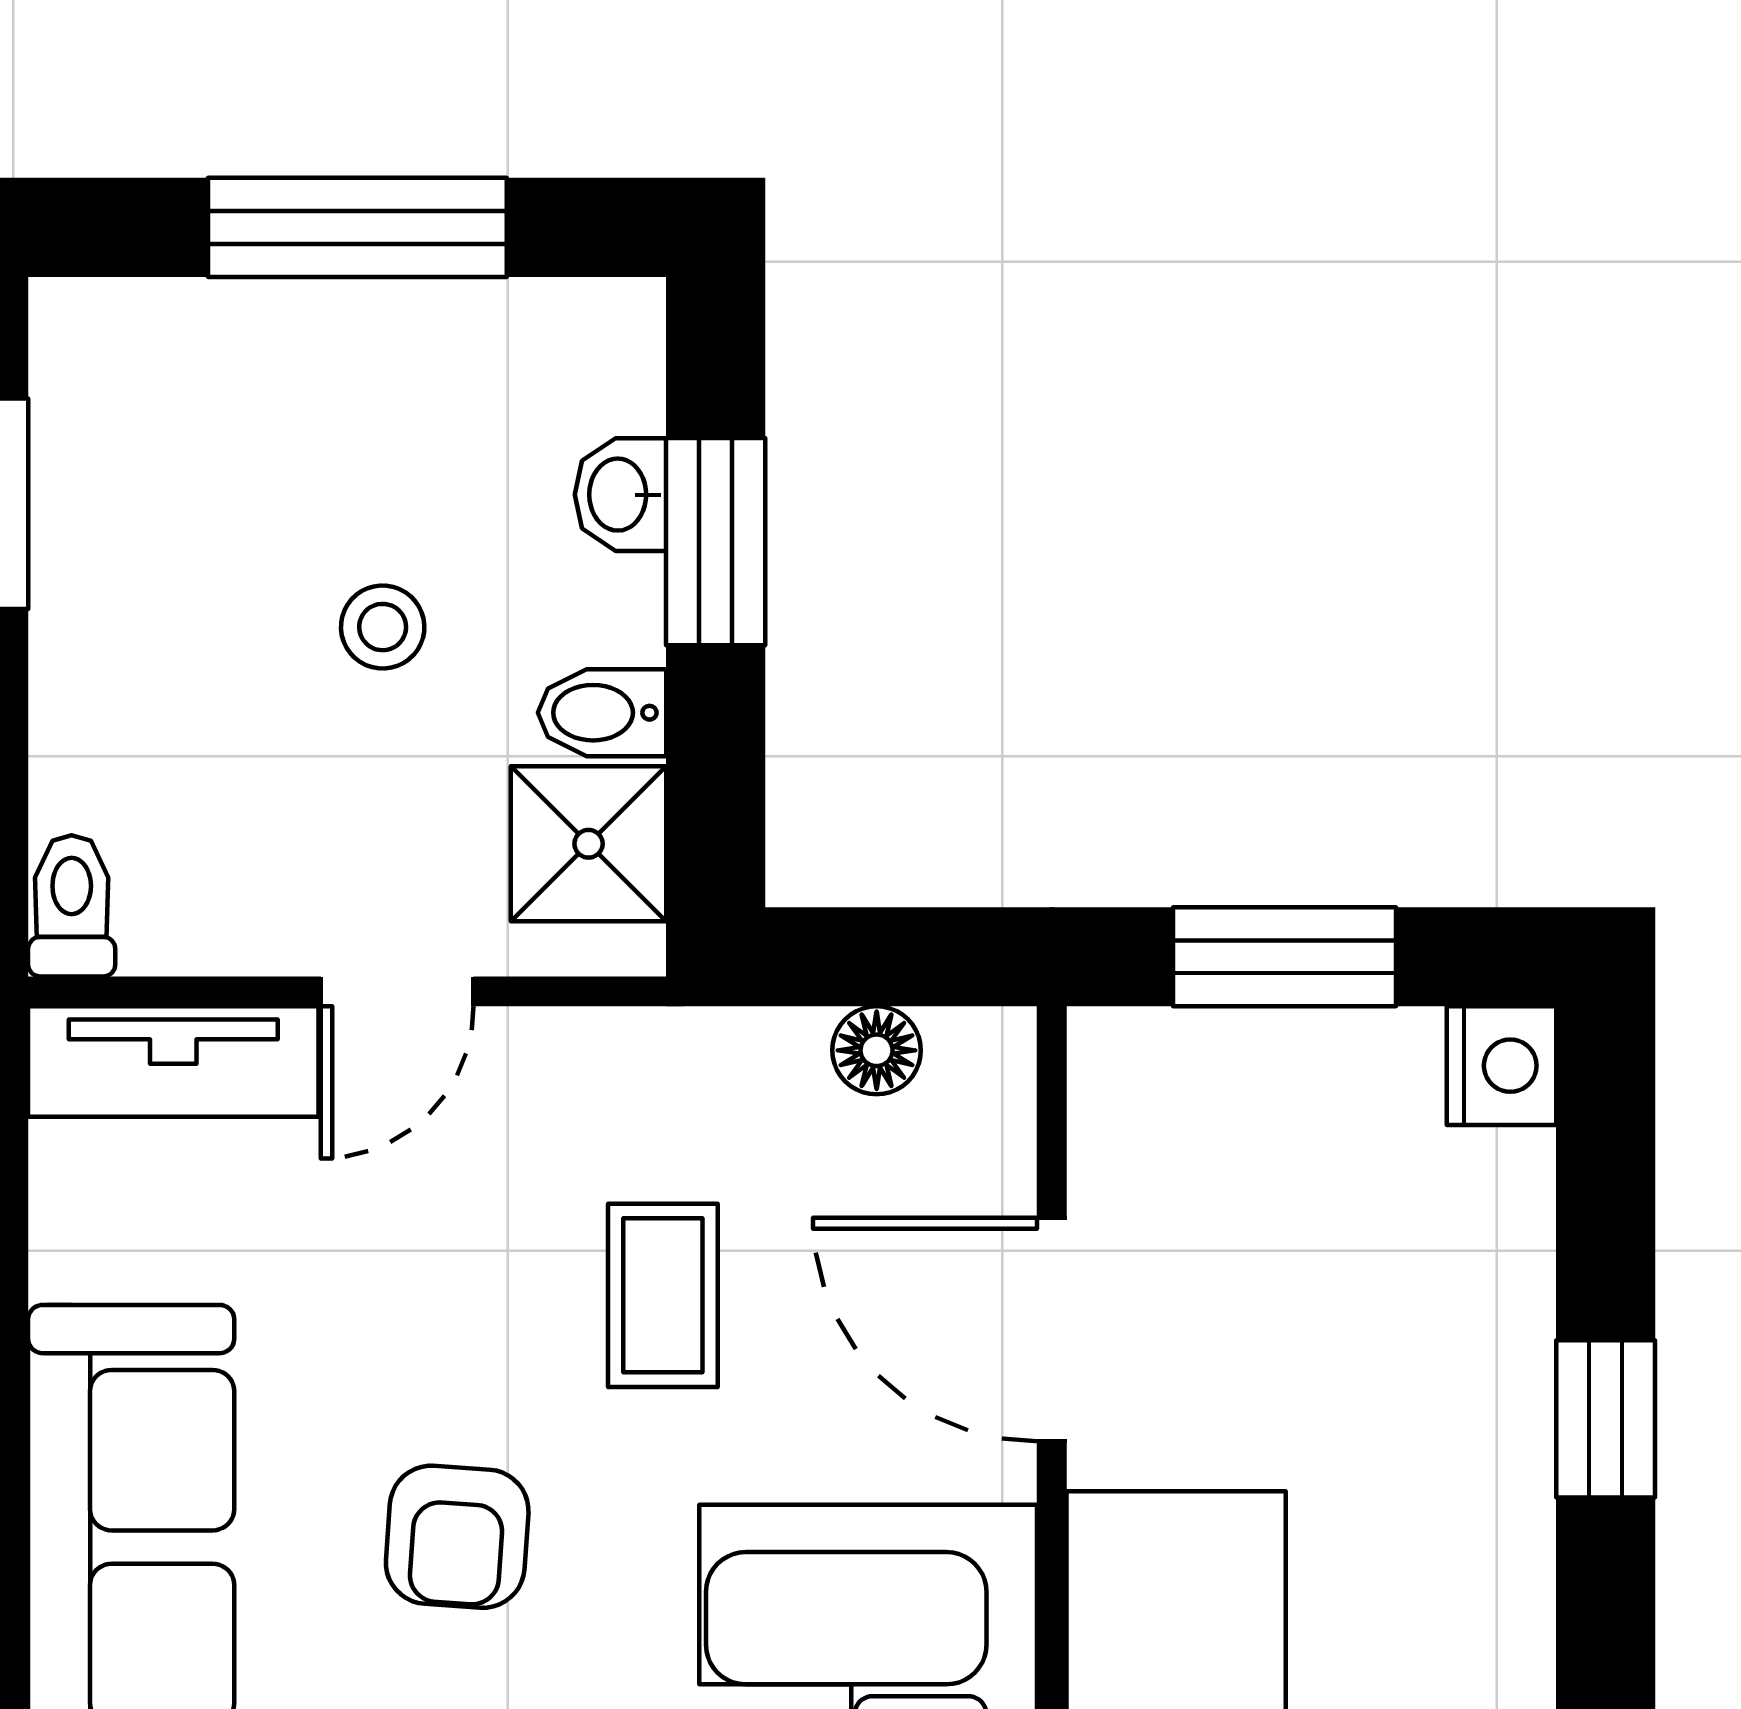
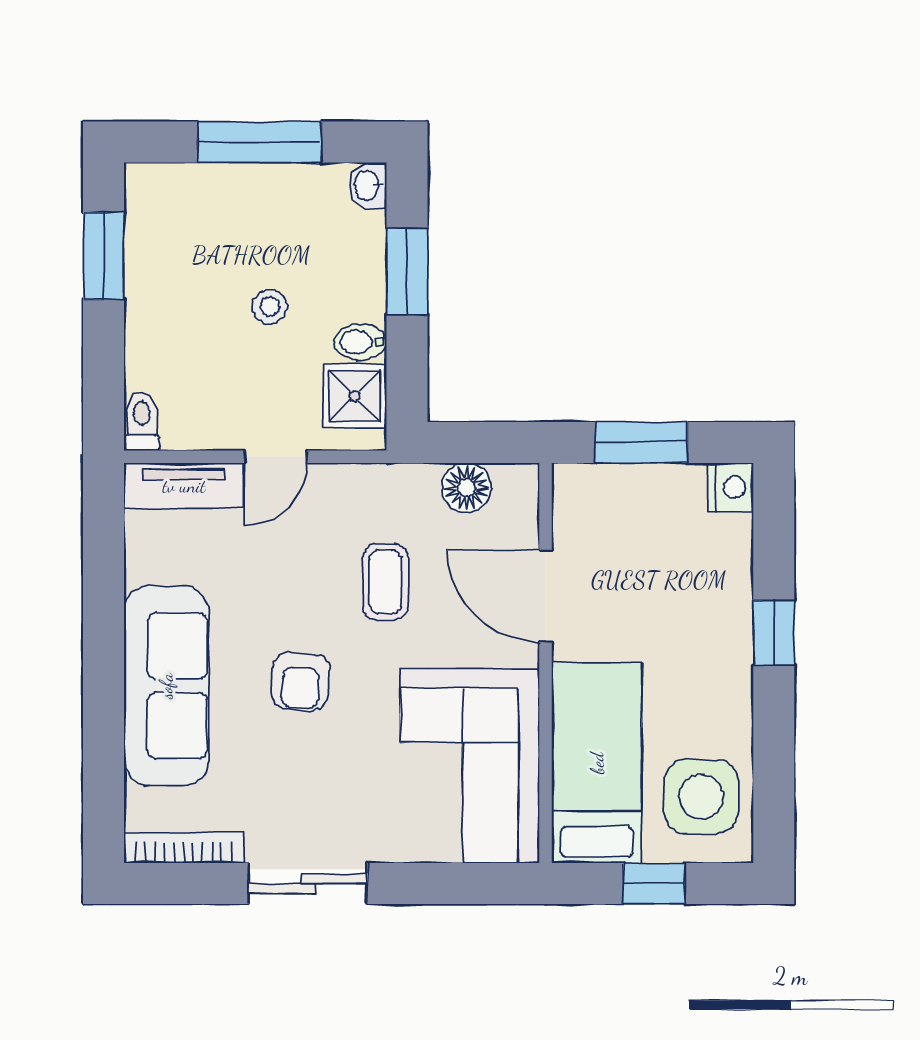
washbasin: (620, 495) -> (368, 186), moved
floor lamp: (877, 1050) -> (467, 488), width x1.37, depth x1.37

